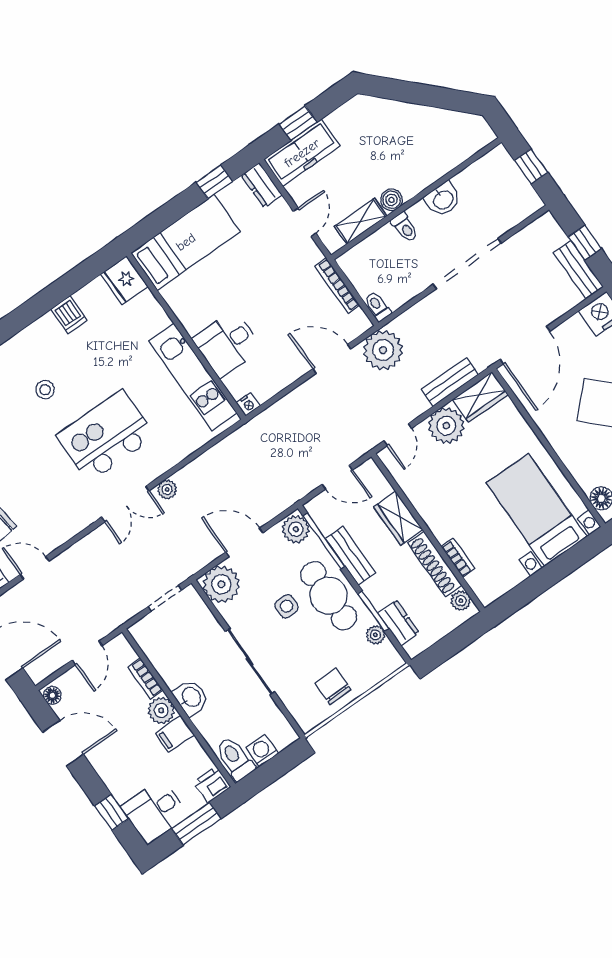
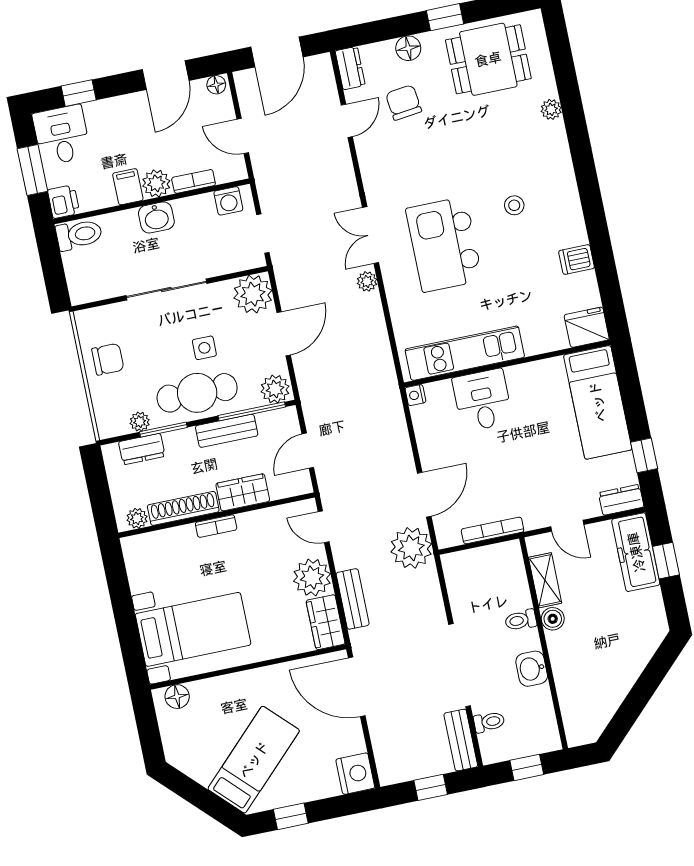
bench: (578, 270) -> (461, 740), moved, turned 90
toilet: (377, 306) -> (489, 722), moved
kitchen island: (106, 436) -> (444, 244), turned 180
bookcase: (458, 558) -> (216, 526), moved
washing machine: (262, 751) -> (228, 201), moved, turned 90

